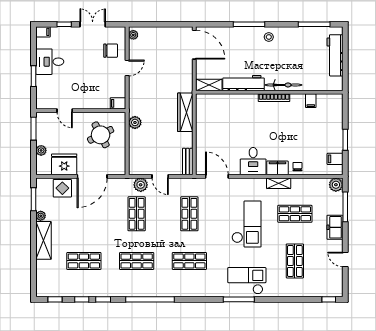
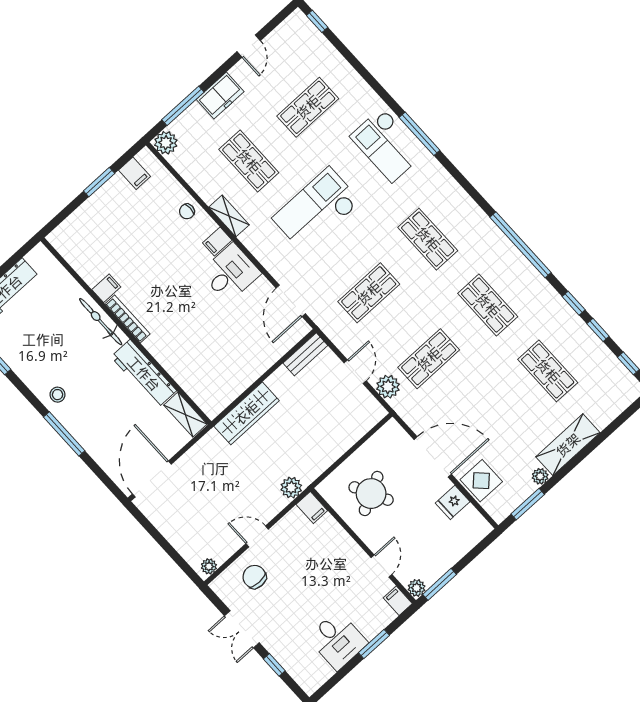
filing cabinet: (43, 32) -> (398, 601), moved
filing cabinet: (311, 101) -> (106, 288), moved
plant: (135, 122) -> (291, 488), moved
plant: (41, 150) -> (417, 588), moved
fridge: (64, 164) -> (453, 502), width x0.53, depth x0.75
filing cabinet: (277, 168) -> (217, 241), width x0.50

